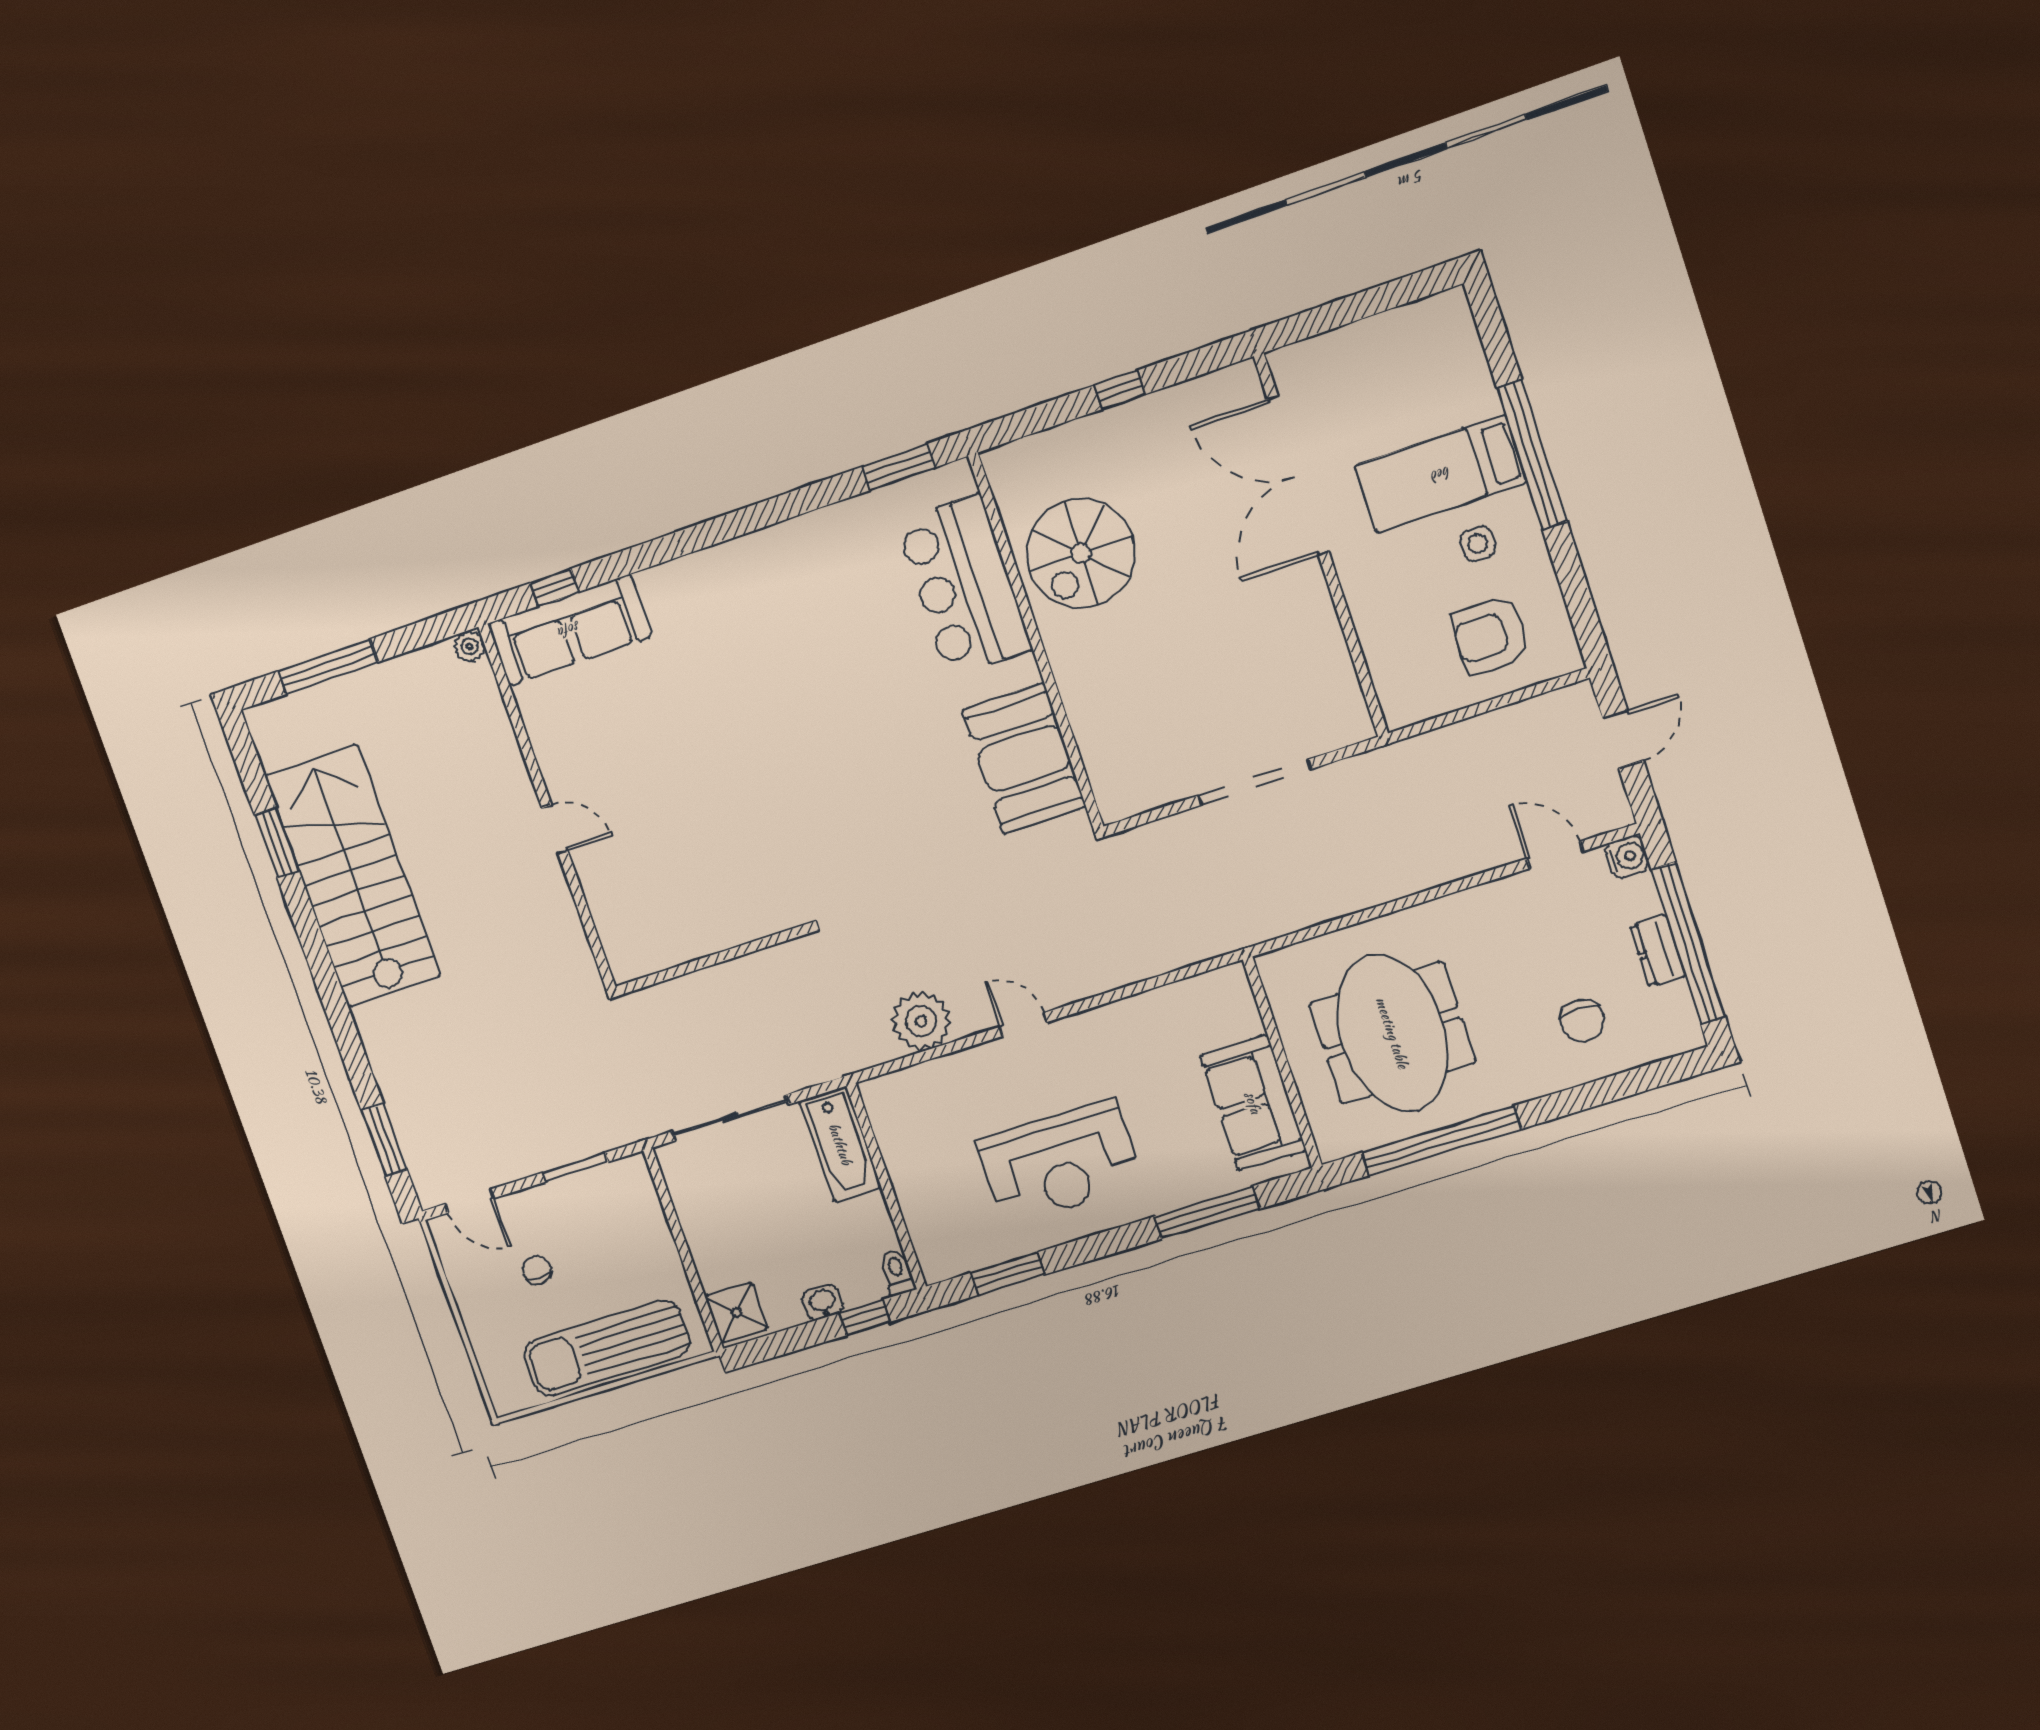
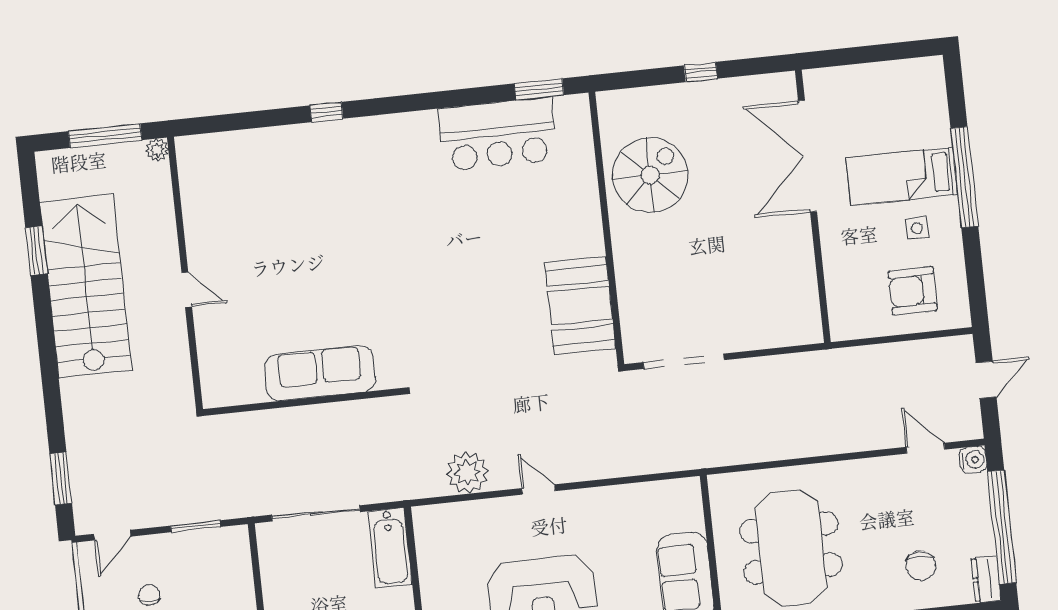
spiral stairs: (1081, 553) -> (650, 175), turned 180
bar counter: (964, 586) -> (498, 134), moved, turned -90
window: (554, 587) -> (326, 112), moved
sofa: (569, 630) -> (320, 373), moved, turned 180
plant: (469, 647) -> (157, 150), moved
doorway: (1255, 782) -> (684, 361), moved
wall: (547, 808) -> (185, 273), moved
door: (555, 829) -> (187, 290), moved
dresser: (1658, 951) -> (986, 579), moved
door: (470, 1201) -> (112, 535), hinge flipped

